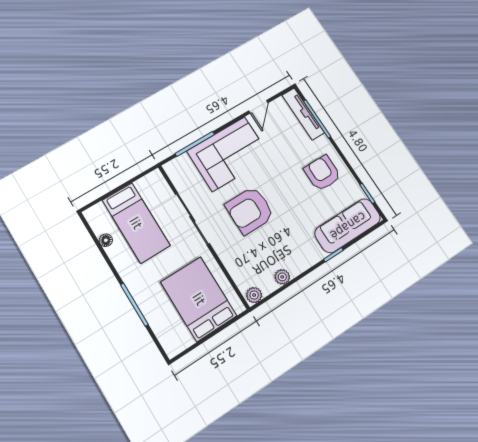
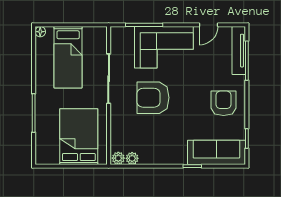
floor lamp: (106, 240) -> (40, 32), moved
plant: (282, 277) -> (132, 158), moved

